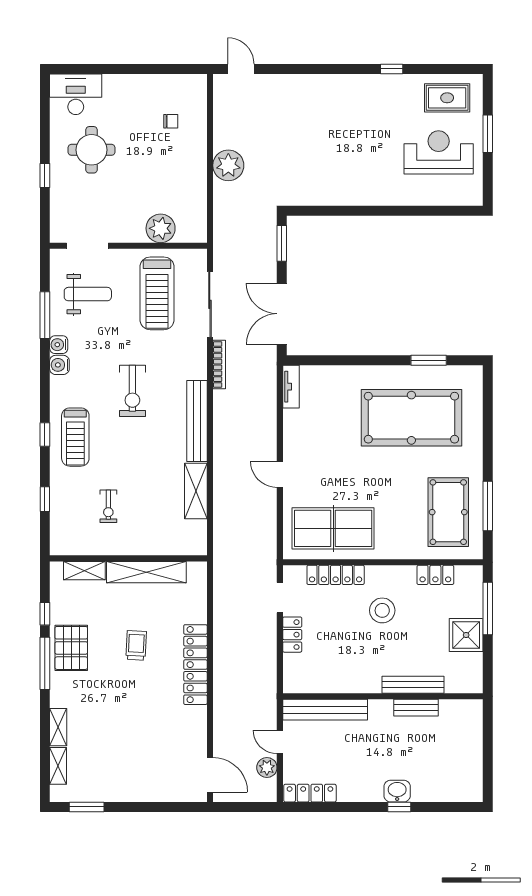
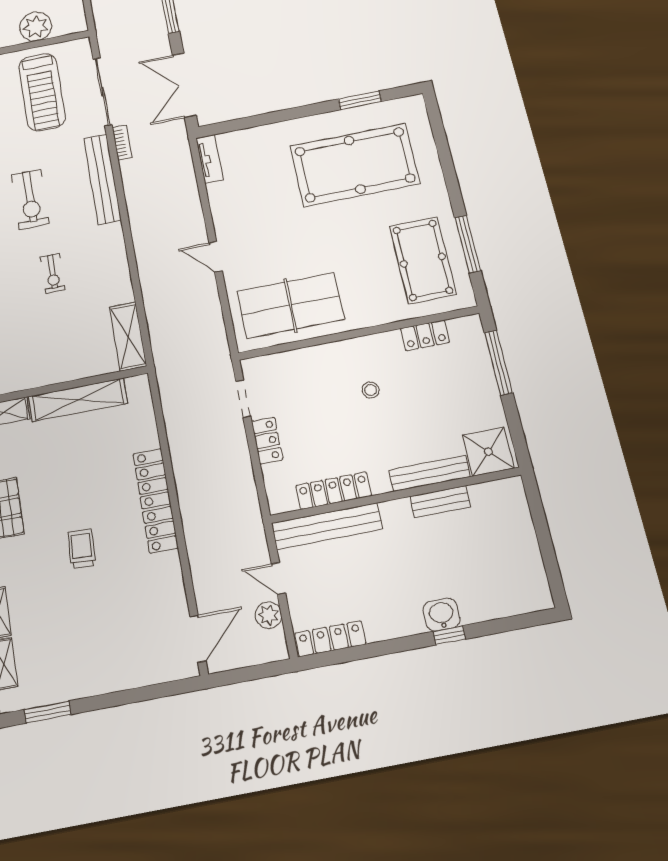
bookcase: (219, 364) -> (122, 143), width x0.64
bench: (197, 421) -> (102, 179), moved
shelving: (196, 491) -> (128, 336), moved
exercise bike: (108, 506) -> (53, 273), moved
locker: (336, 575) -> (334, 491), moved, turned 180
stool: (382, 610) -> (371, 390), width x0.53, depth x0.53
shower: (466, 635) -> (488, 452), moved
trolley: (136, 645) -> (82, 549), moved
door: (210, 775) -> (198, 639), hinge flipped

